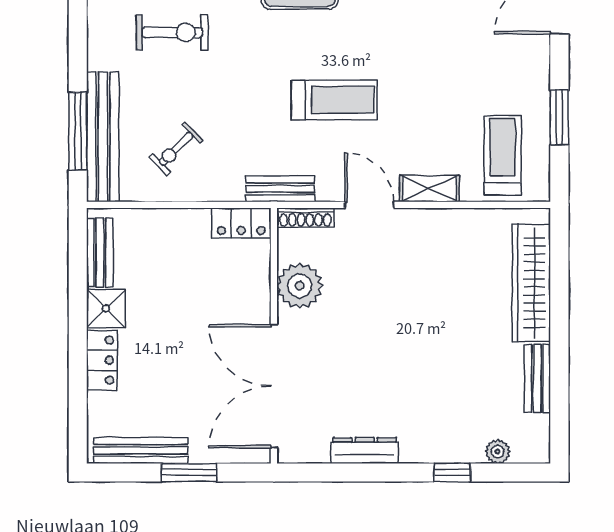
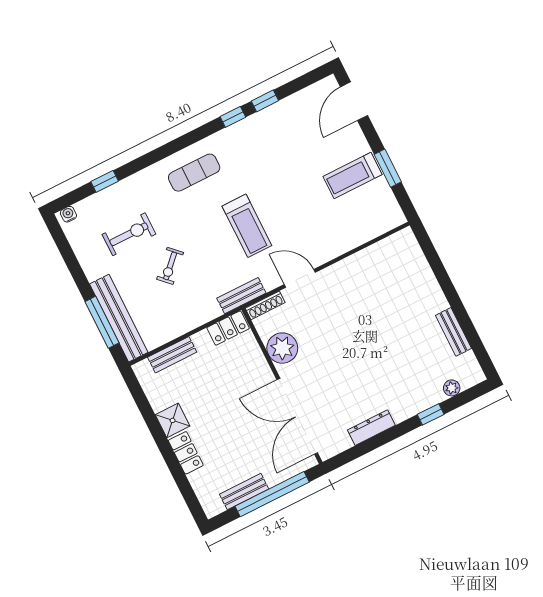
treadmill: (334, 100) -> (247, 226), turned 90
exercise bike: (176, 149) -> (170, 266), moved
treadmill: (503, 155) -> (353, 176), moved, turned -90
shelving: (429, 189) -> (331, 250), removed
bench: (100, 252) -> (172, 355), moved, turned 90
wardrobe: (531, 283) -> (421, 276), removed
bench: (141, 450) -> (244, 492), width x0.73
window: (189, 472) -> (272, 494), width x2.11

